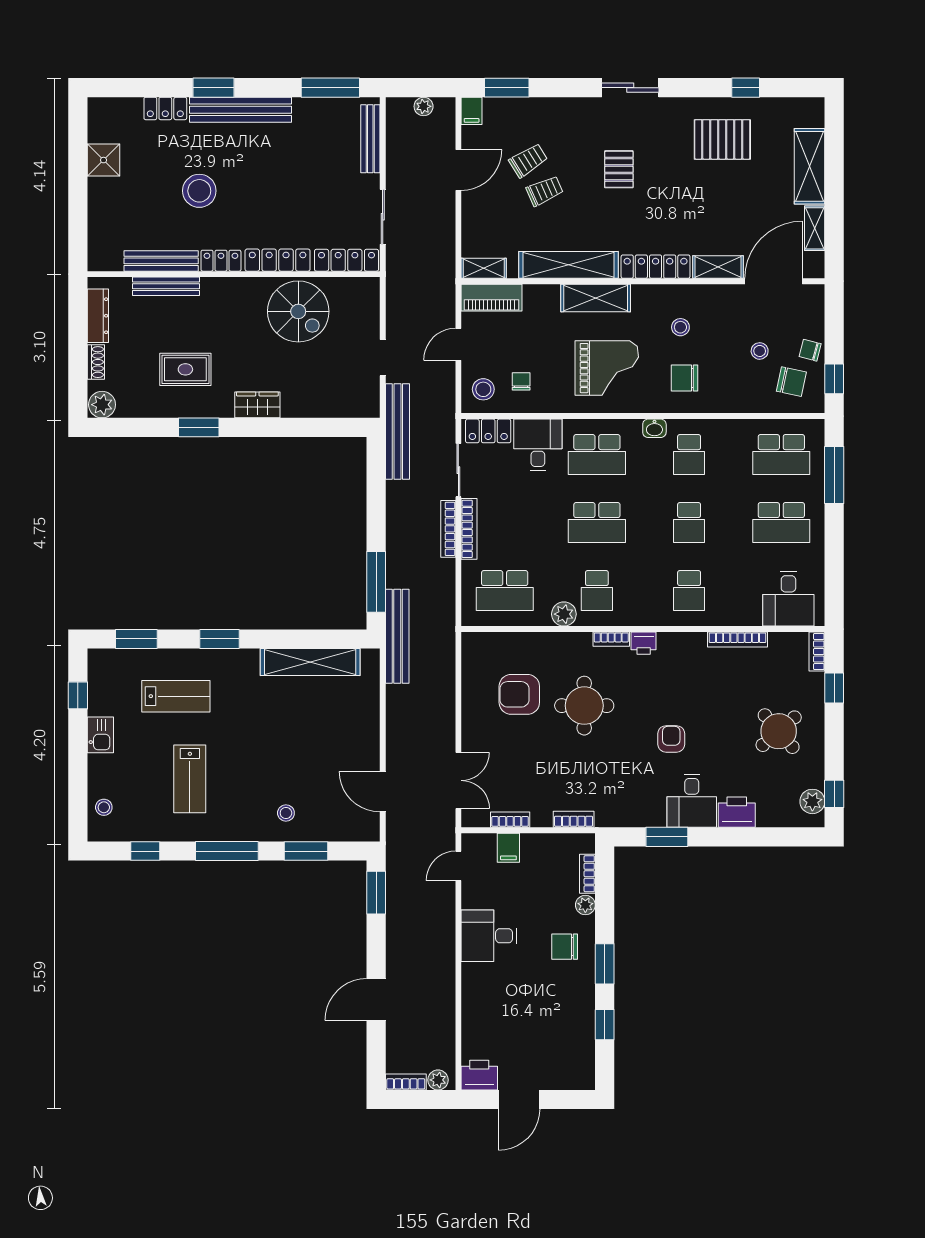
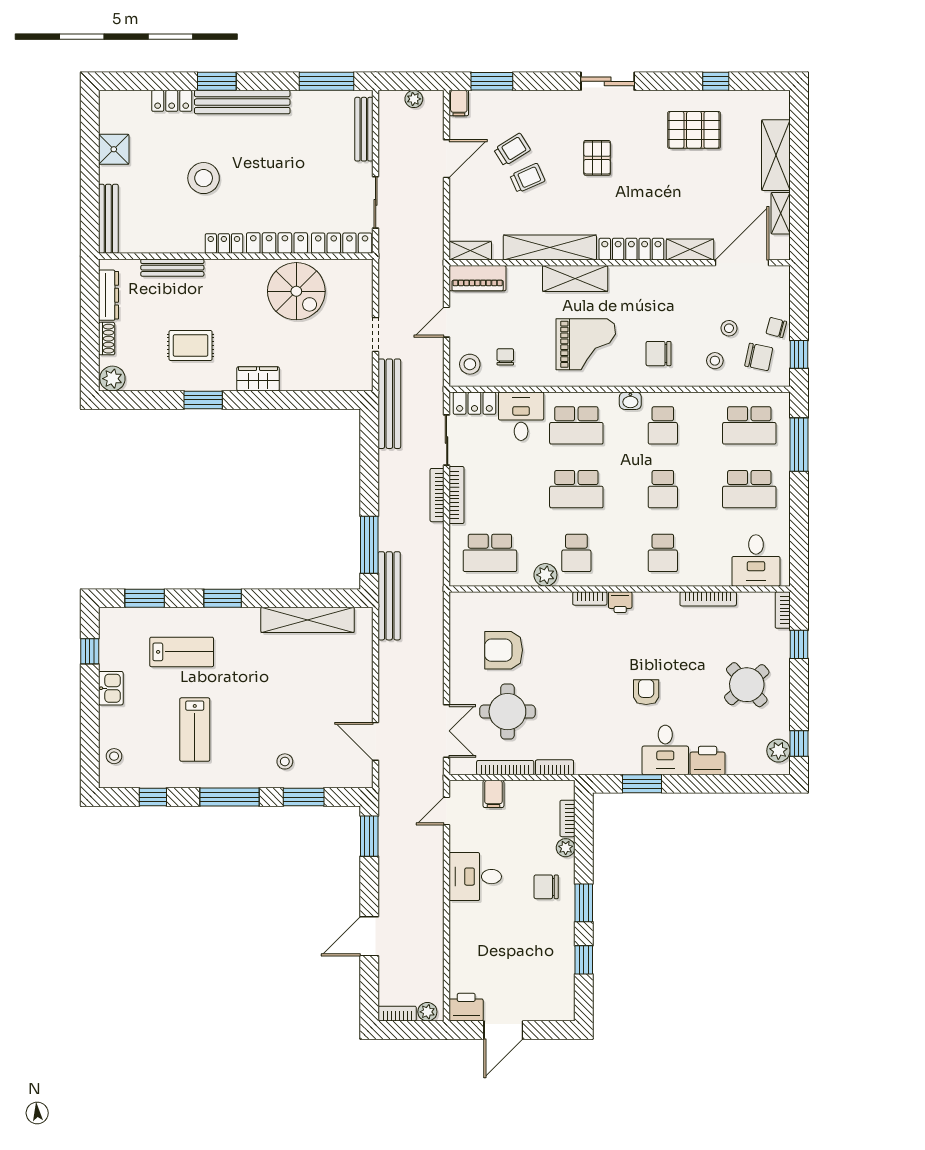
bench: (161, 261) -> (108, 219), moved, turned 90
stool: (680, 327) -> (715, 361), moved
round table: (584, 706) -> (507, 712), moved
bookcase: (510, 820) -> (505, 768), width x1.56

